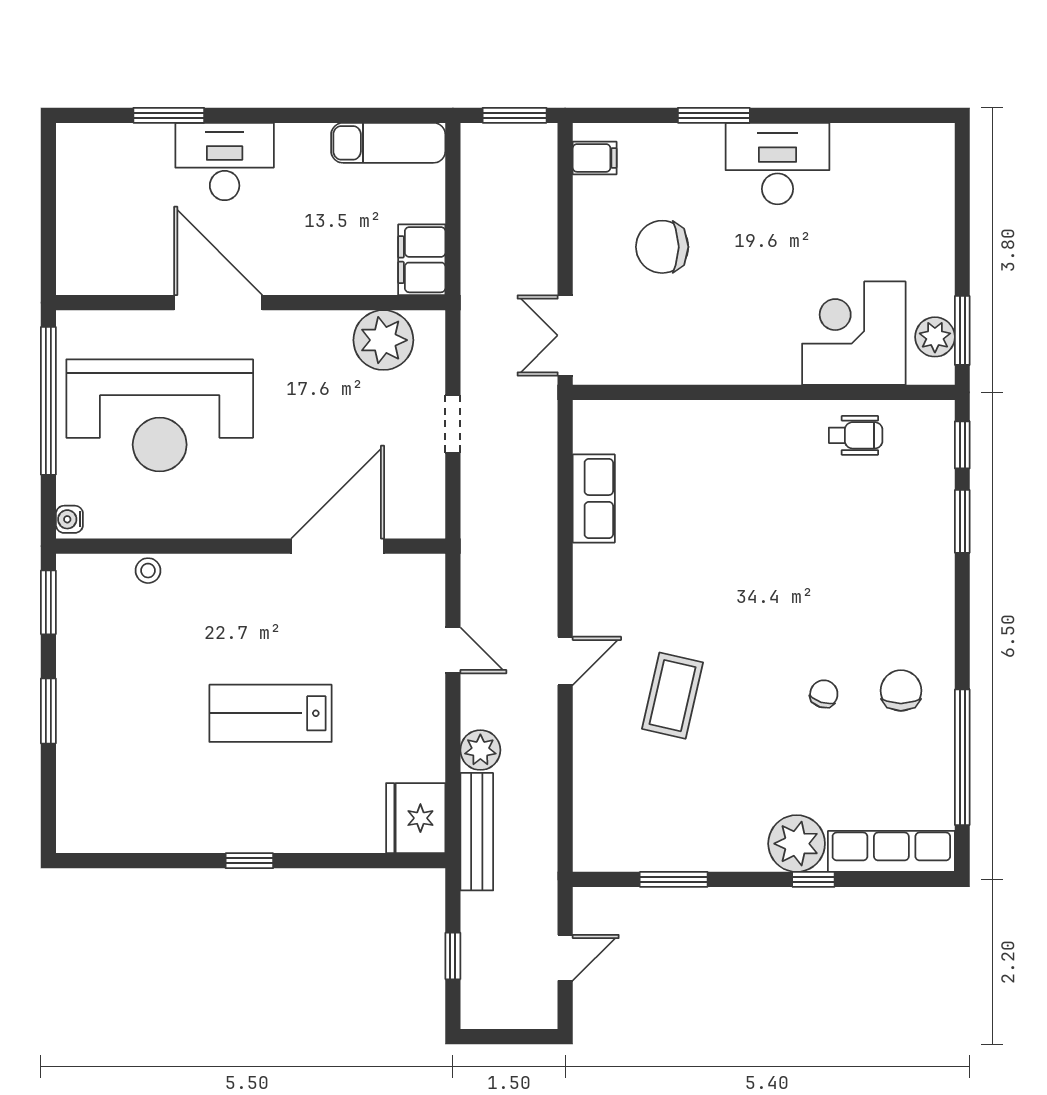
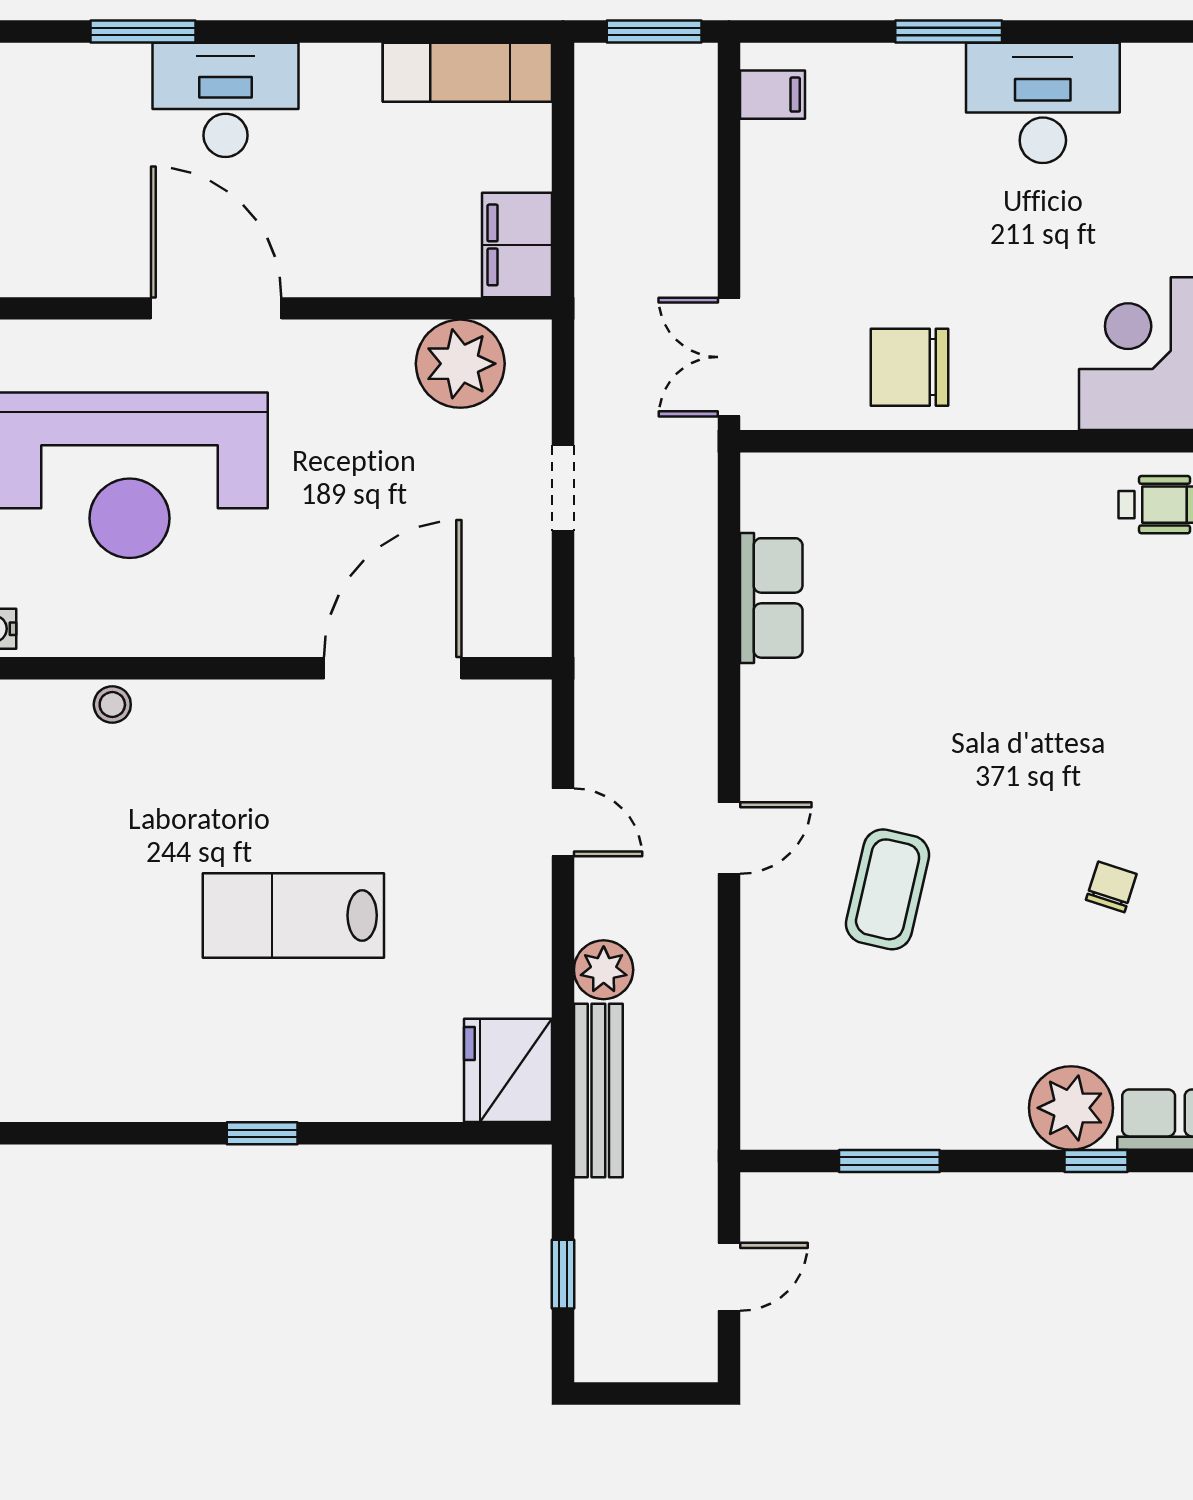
chair: (662, 247) -> (910, 367), moved

